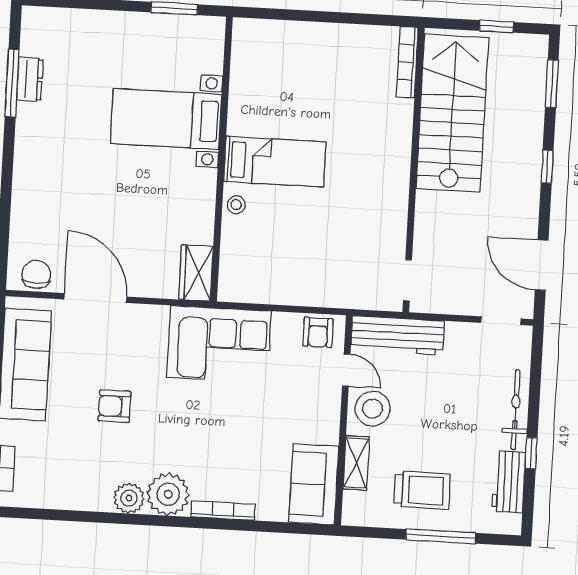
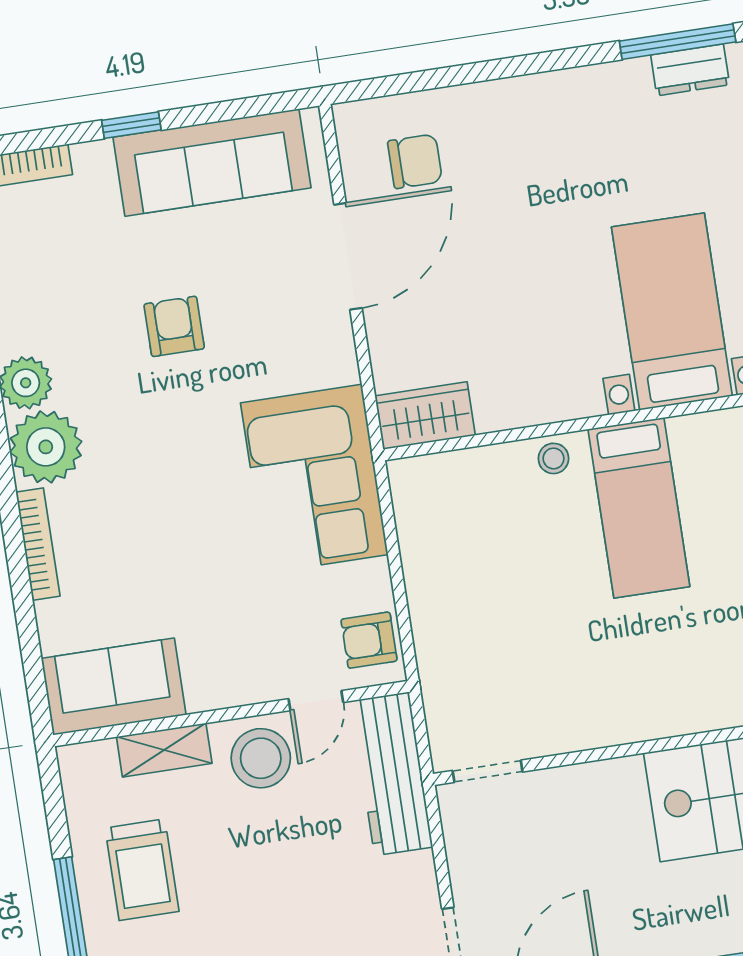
chair: (36, 274) -> (415, 161), moved

